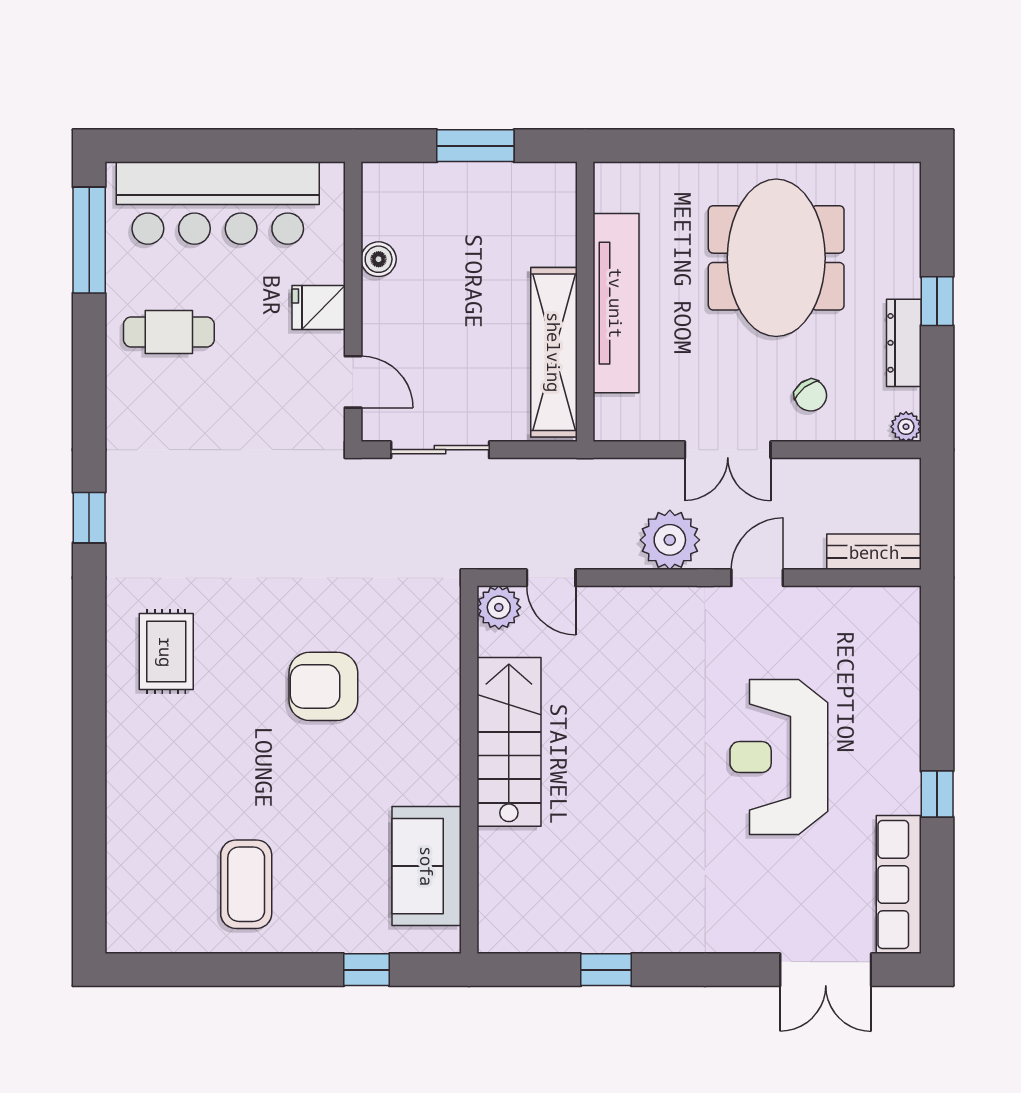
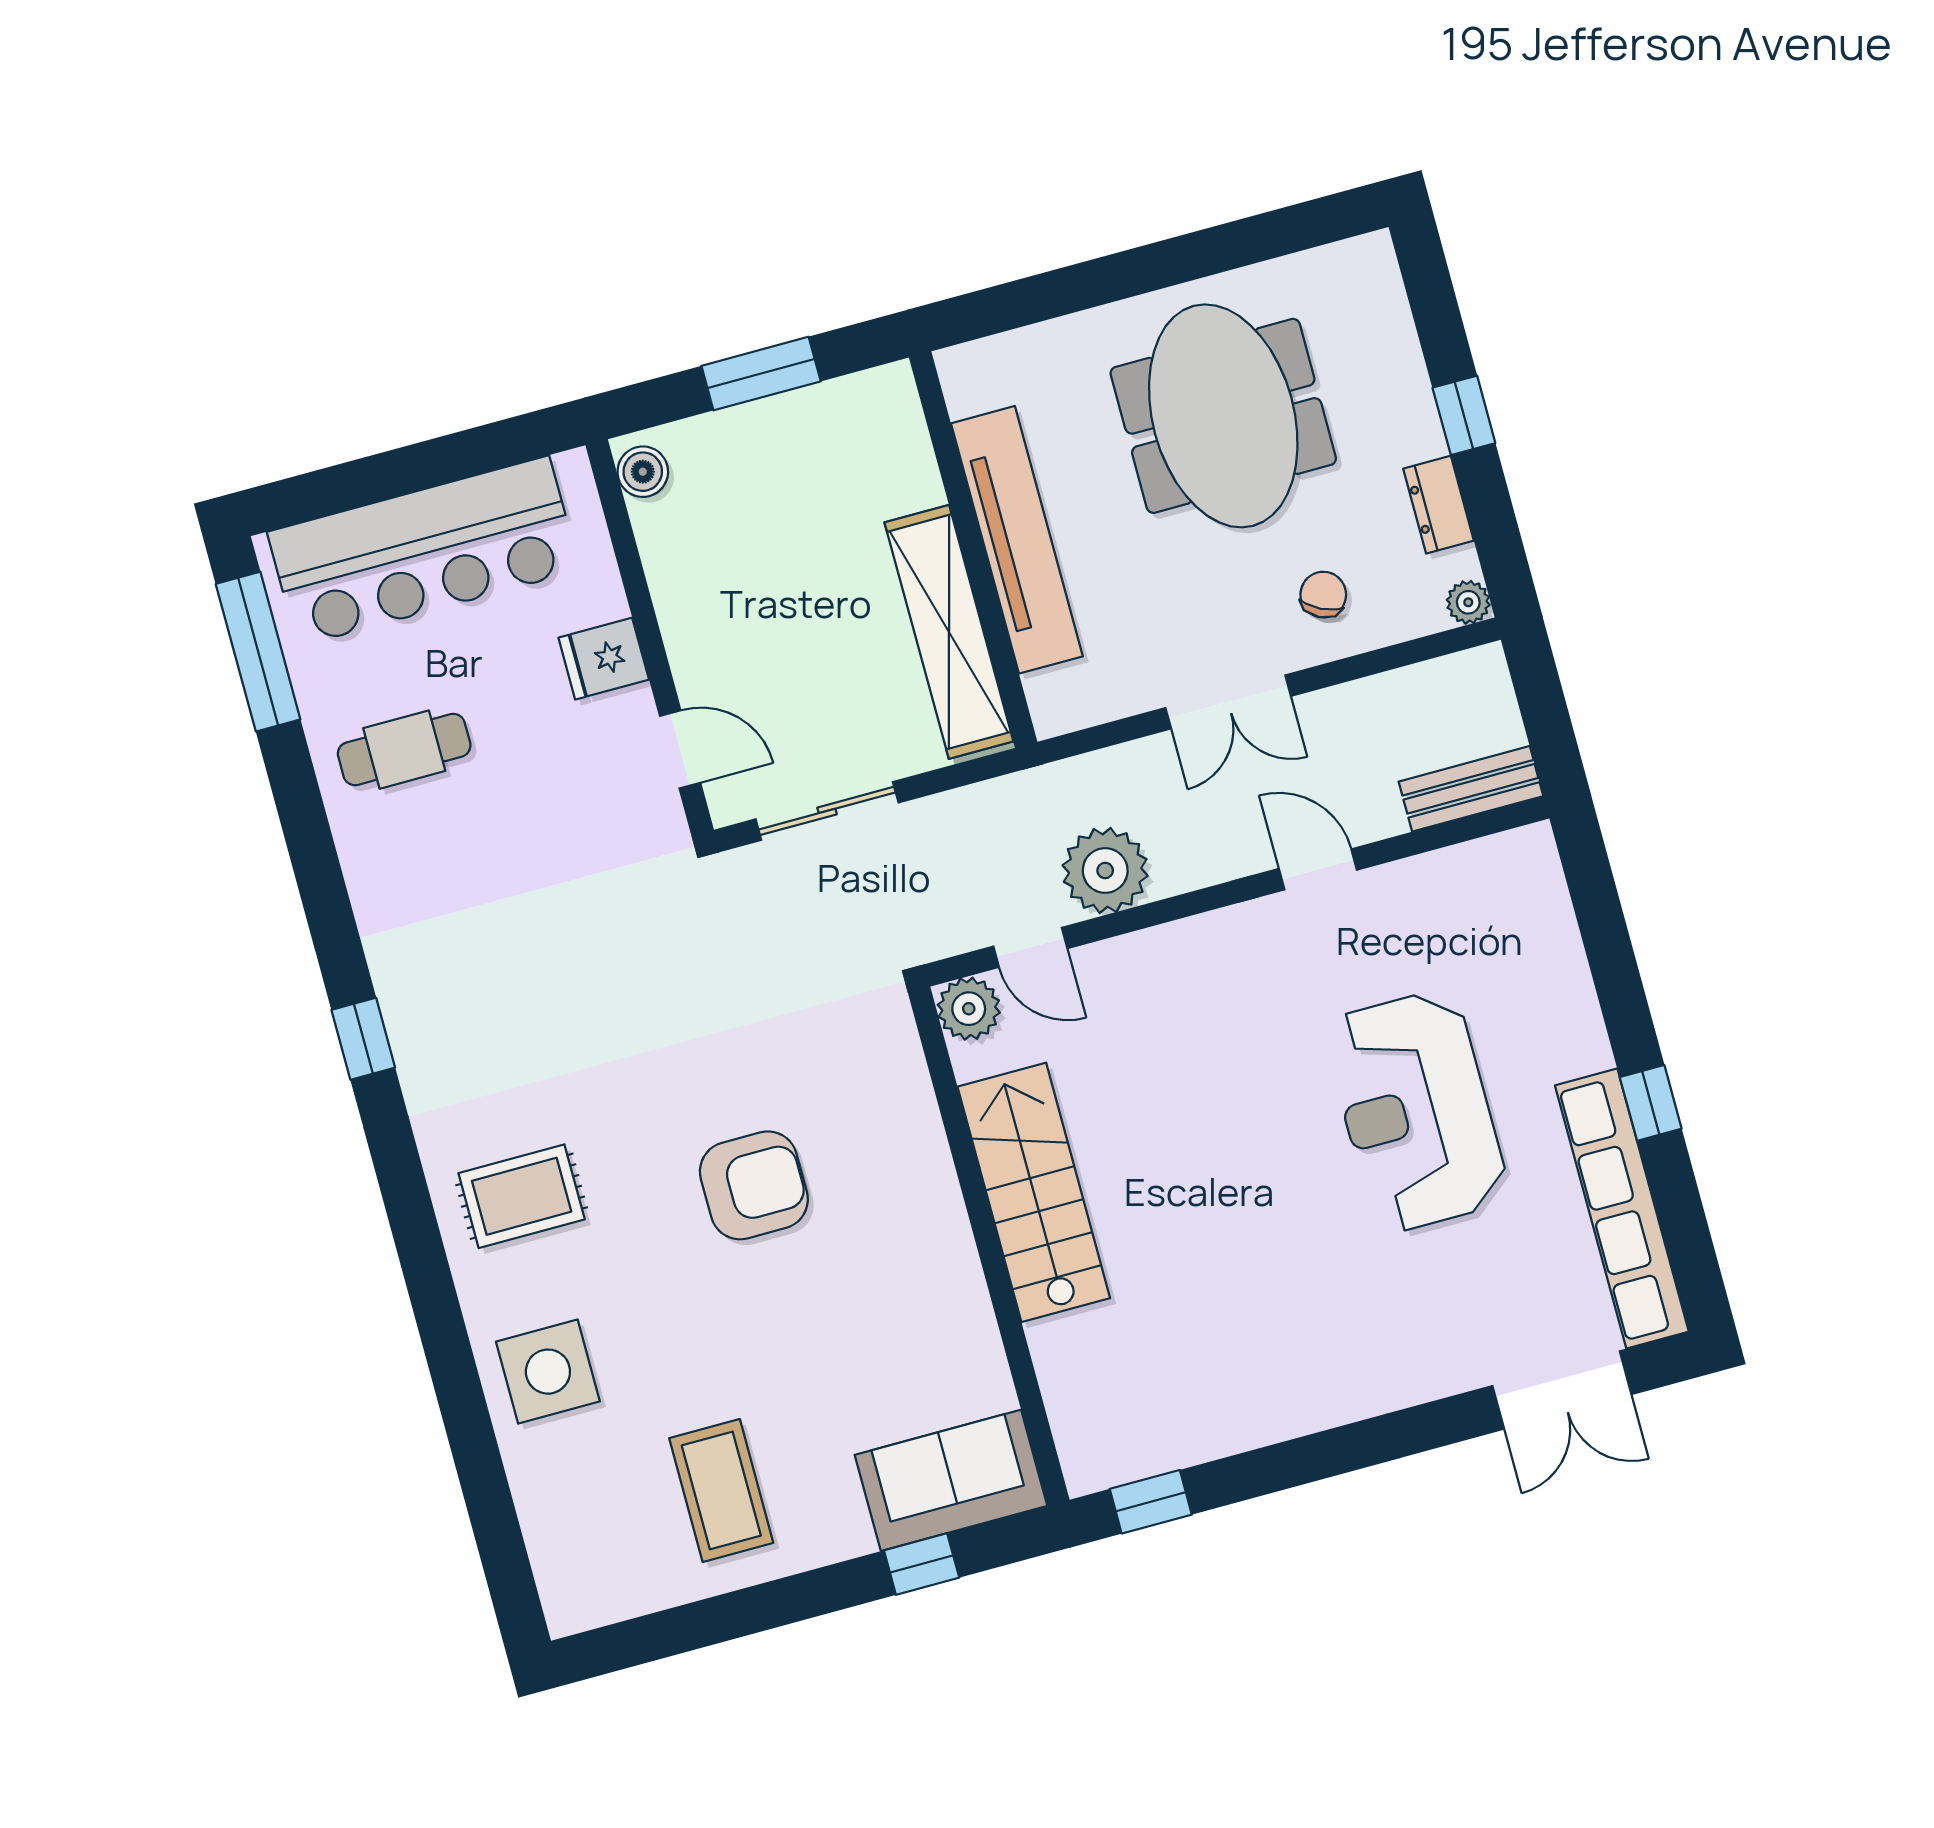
boiler: (379, 259) -> (643, 472), moved
dresser: (904, 343) -> (1439, 505), width x0.70
chair: (811, 395) -> (1323, 595), turned -116
plant: (670, 540) -> (1105, 871), moved
door: (757, 578) -> (1318, 869), hinge flipped
rug: (166, 652) -> (522, 1196), turned 90
armchair: (323, 686) -> (754, 1185), turned 180
side table: (152, 773) -> (548, 1372), added
sofa: (427, 866) -> (951, 1480), moved, turned 90
row of seats: (899, 885) -> (1622, 1208), width x1.36
window: (606, 970) -> (1151, 1502), moved

